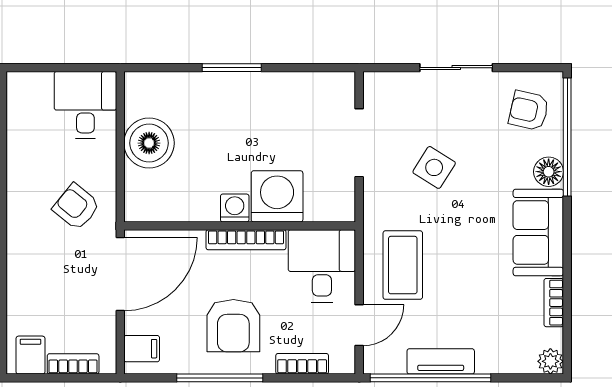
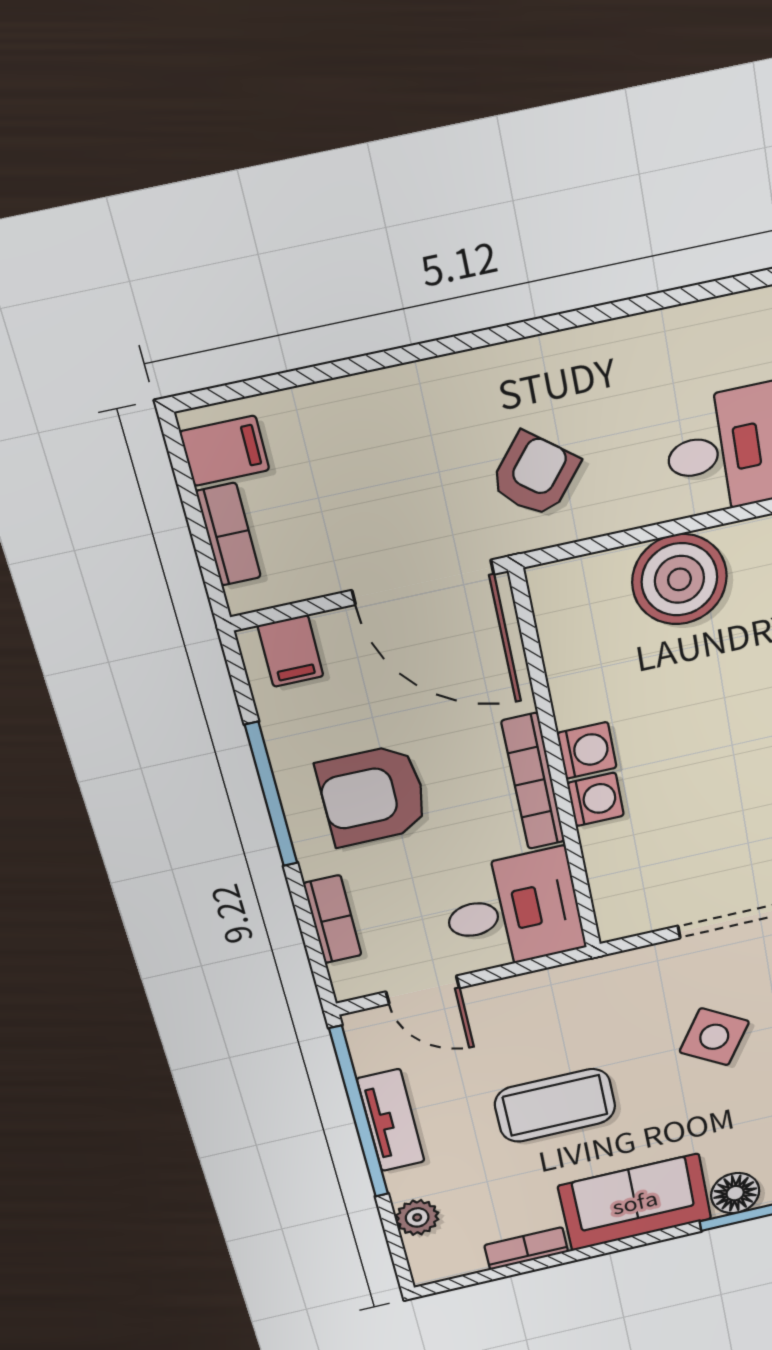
washing machine: (277, 196) -> (596, 799), width x0.53, depth x0.53
coffee table: (403, 265) -> (555, 1105), moved
plant: (550, 361) -> (417, 1217), moved

